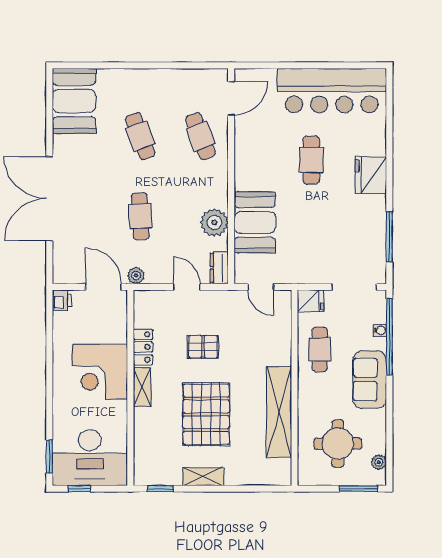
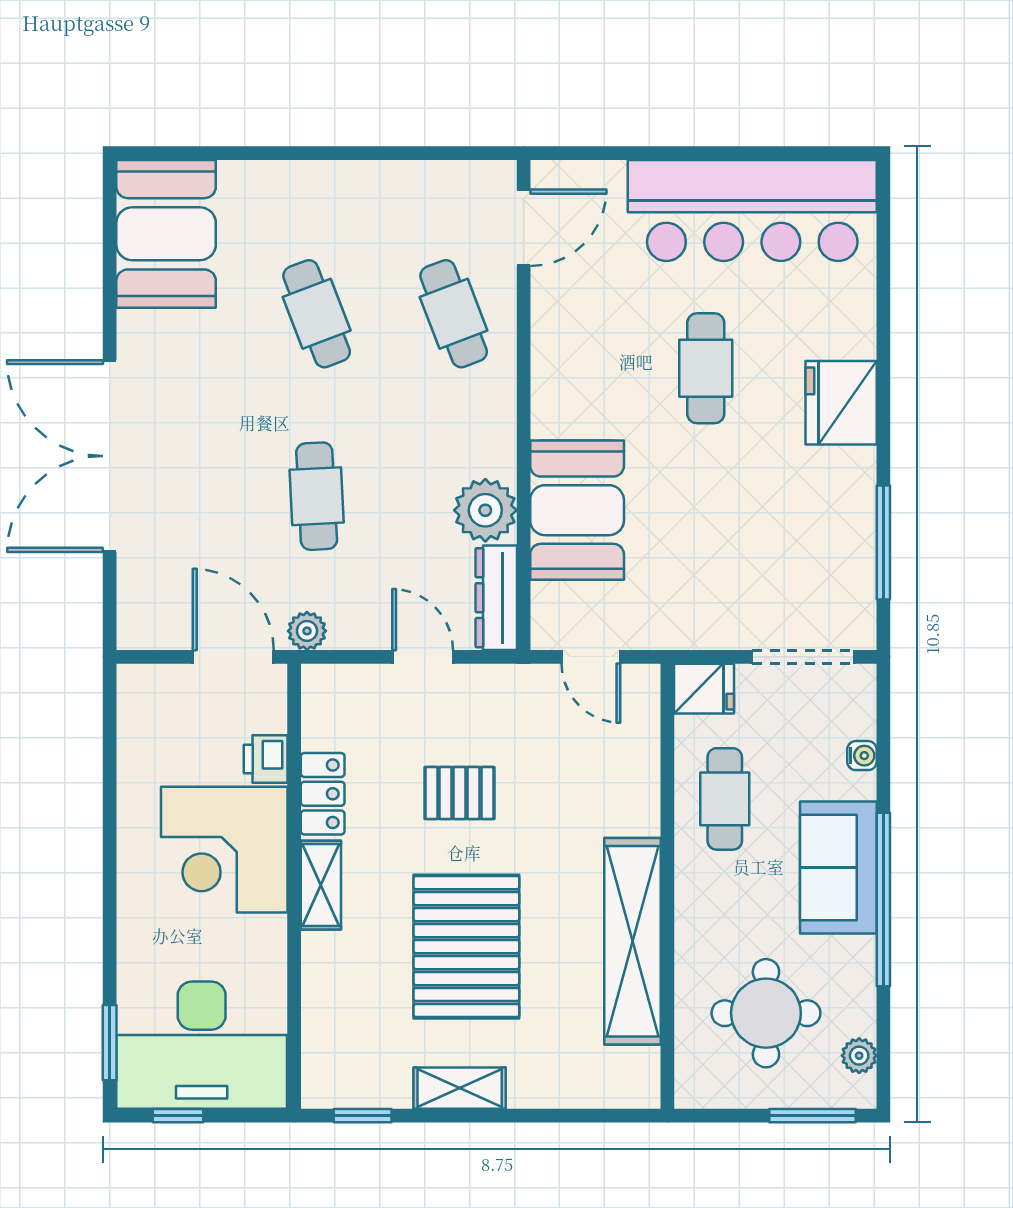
dresser: (219, 268) -> (496, 598), width x1.44
printer: (62, 300) -> (266, 759), moved, turned 180
window: (389, 337) -> (883, 899), moved

